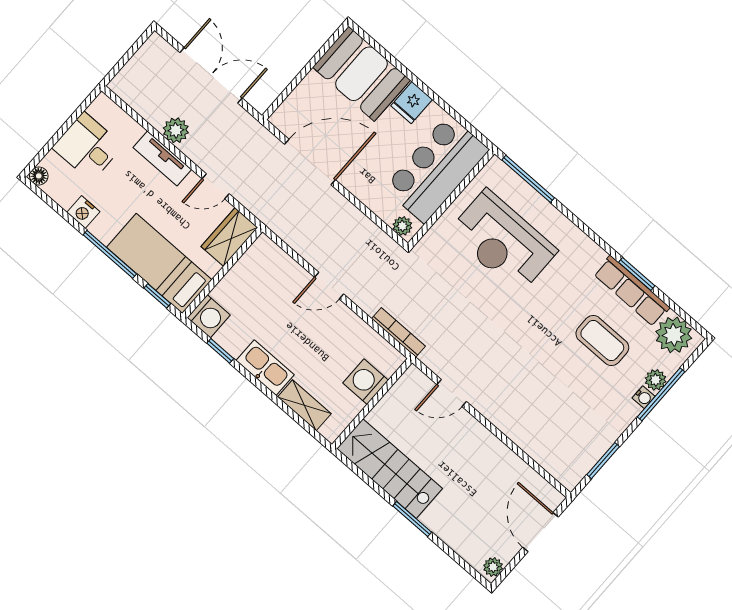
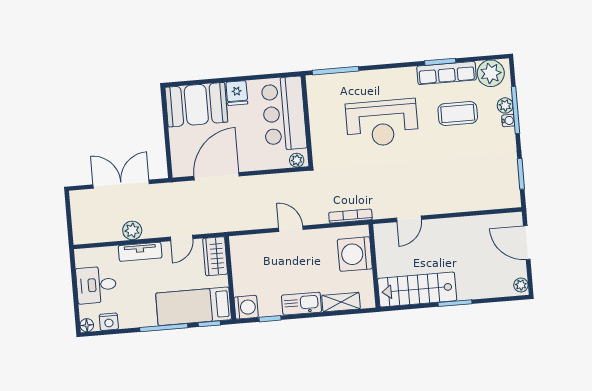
nightstand: (83, 212) -> (109, 322), moved
reception desk: (503, 242) -> (382, 123), moved
door: (329, 286) -> (291, 229), swing flipped
washing machine: (366, 382) -> (355, 254), width x1.37, depth x1.37

